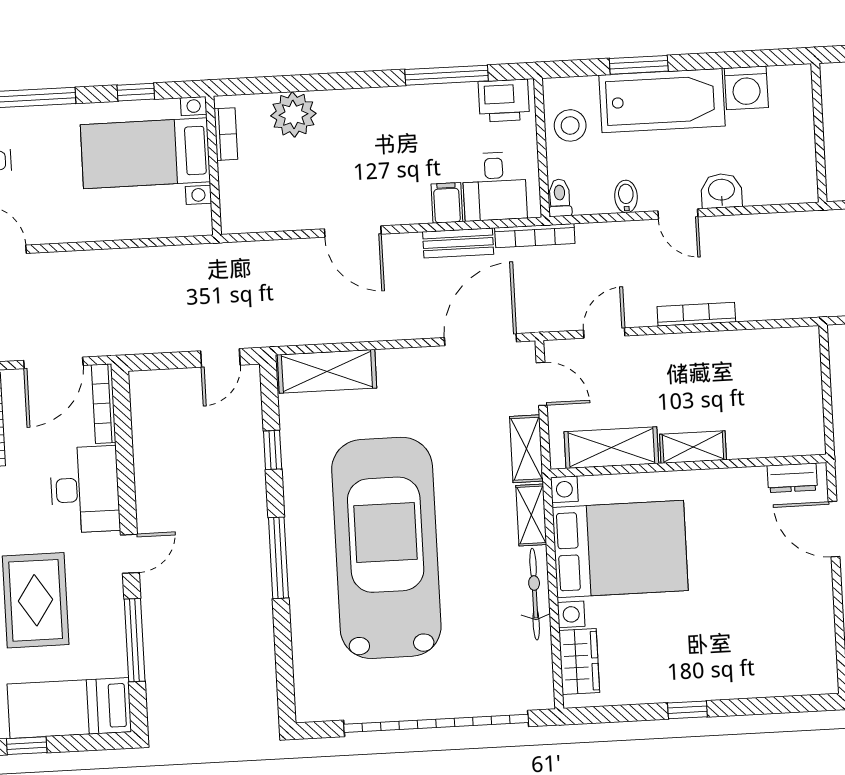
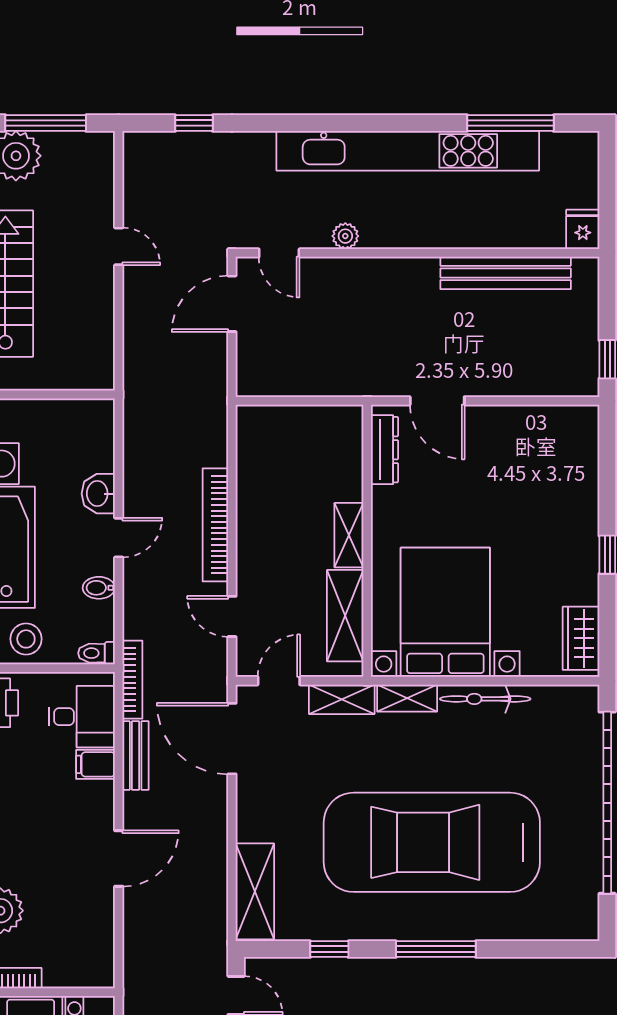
bookcase: (696, 314) -> (215, 525), width x1.48, depth x1.31
dresser: (792, 478) -> (385, 450), width x1.44
door: (834, 529) -> (437, 401), hinge flipped
wardrobe: (579, 661) -> (581, 638), moved, turned -90

